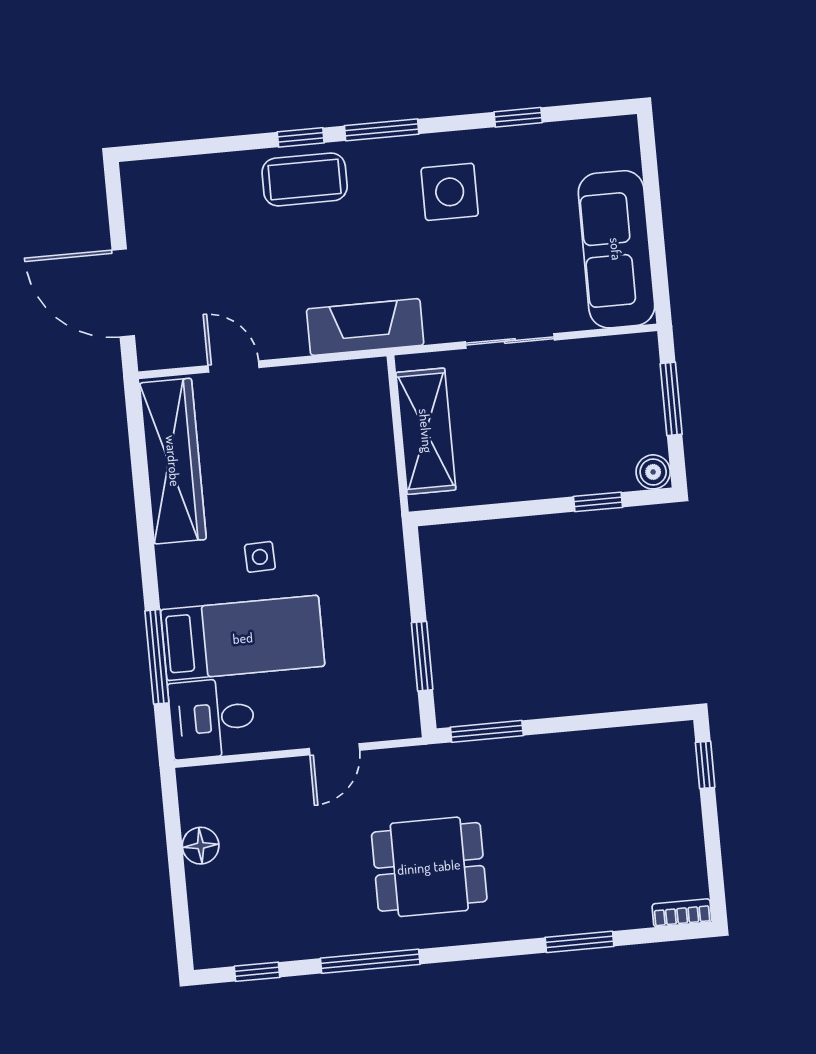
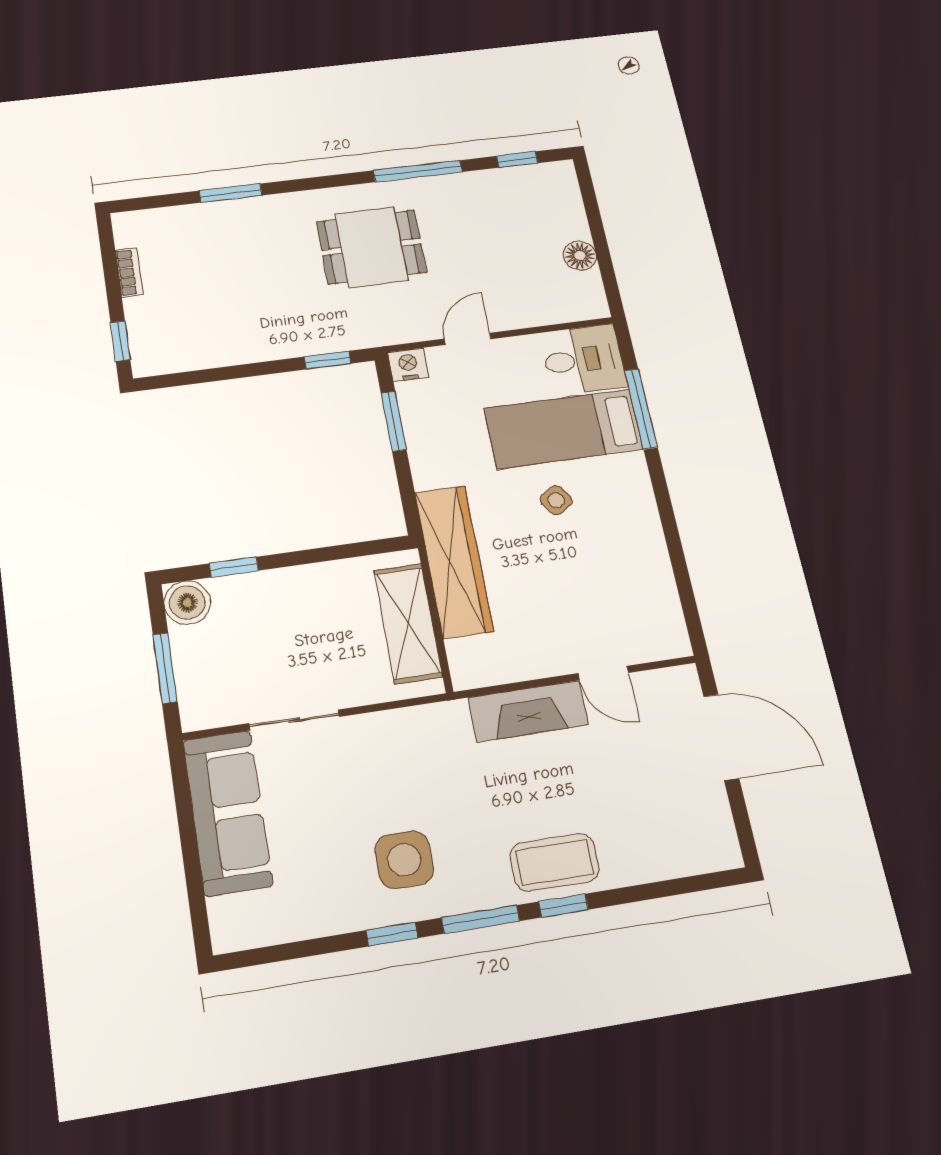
window: (518, 117) -> (392, 934), moved
fireplace: (365, 327) -> (528, 711), moved
sliding door: (510, 341) -> (294, 720), moved
wardrobe: (173, 461) -> (454, 561), moved, turned 180
boiler: (653, 472) -> (187, 603), width x1.36, depth x1.36
side table: (260, 557) -> (556, 500), turned -31
nightstand: (401, 721) -> (408, 365), added
window: (487, 731) -> (328, 360), width x0.67
bookcase: (682, 913) -> (129, 272), moved, turned -90

